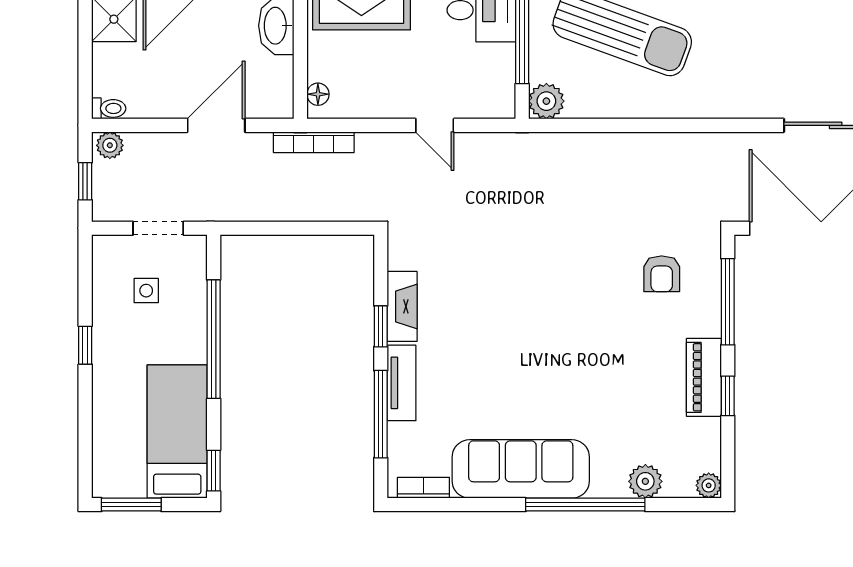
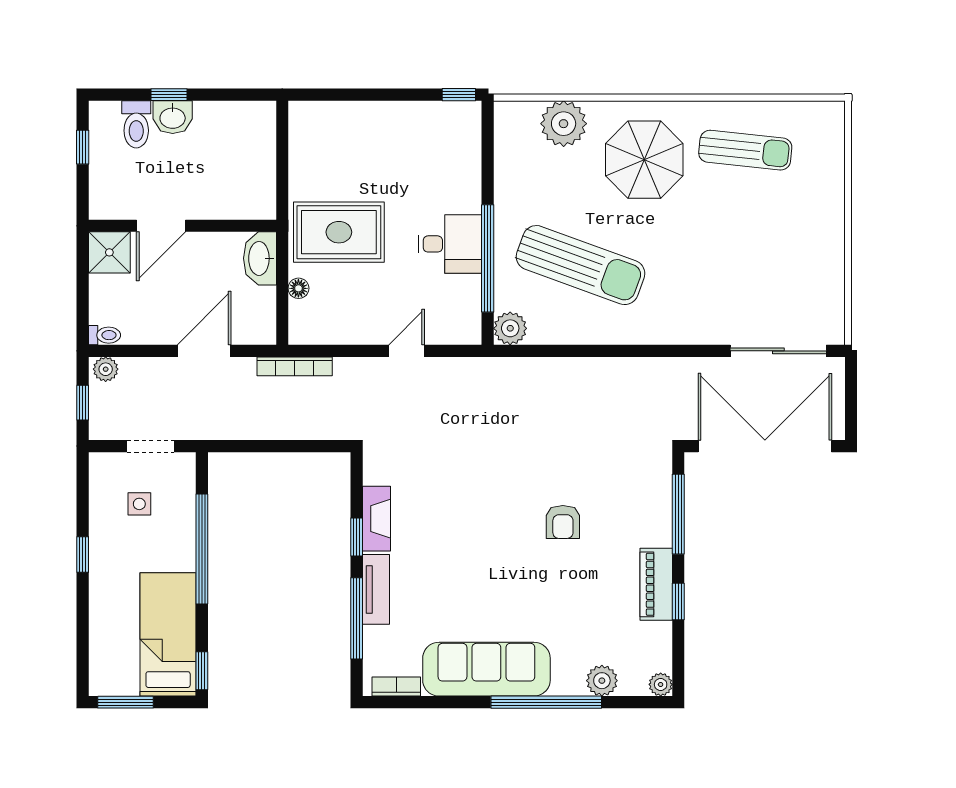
floor lamp: (318, 94) -> (298, 288), moved
door: (435, 125) -> (407, 351), swing flipped
armchair: (662, 274) -> (563, 522), moved

